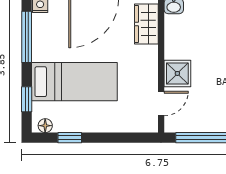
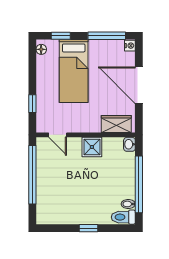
shower: (177, 73) -> (92, 147), moved
window: (70, 138) -> (32, 104), moved

